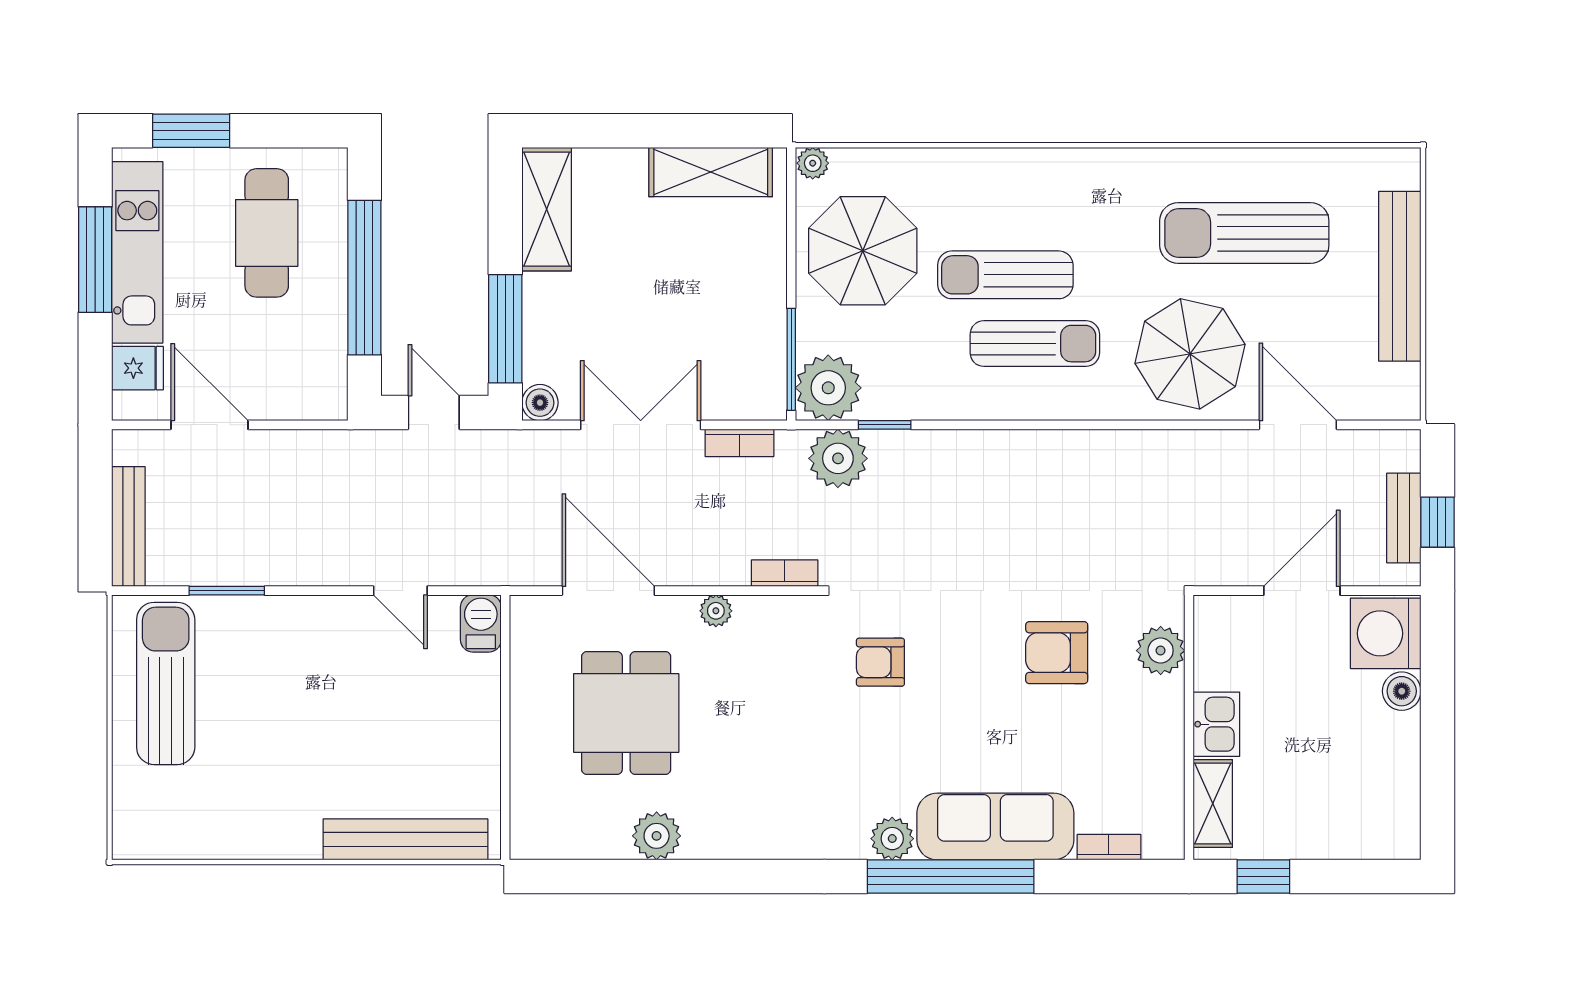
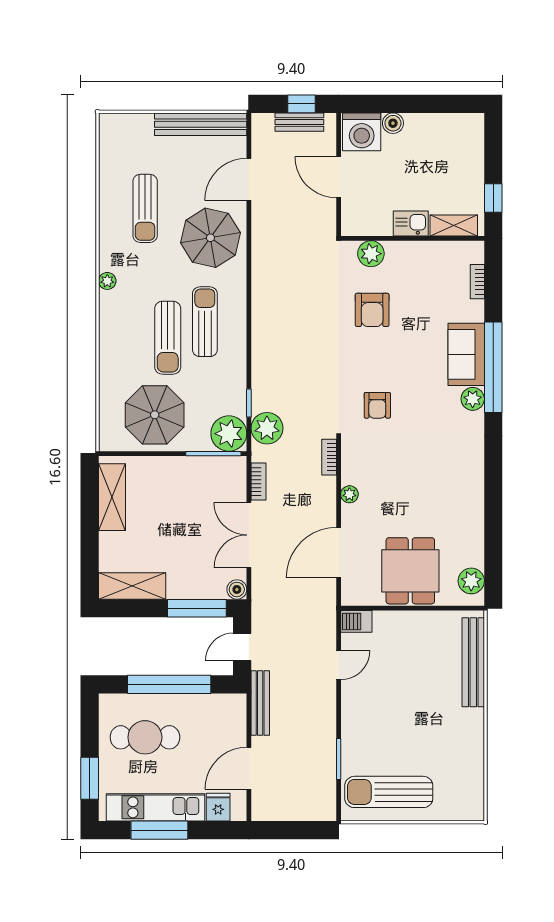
plant: (813, 163) -> (107, 281), moved
sun lounger: (1244, 233) -> (145, 208), width x0.73, depth x0.75
bench: (1400, 276) -> (201, 124), moved
bench: (128, 527) -> (260, 703), moved, turned 90
dining table: (626, 713) -> (410, 571), moved, turned 90
sofa: (995, 827) -> (466, 354), width x0.73
plant: (657, 836) -> (471, 581), moved

